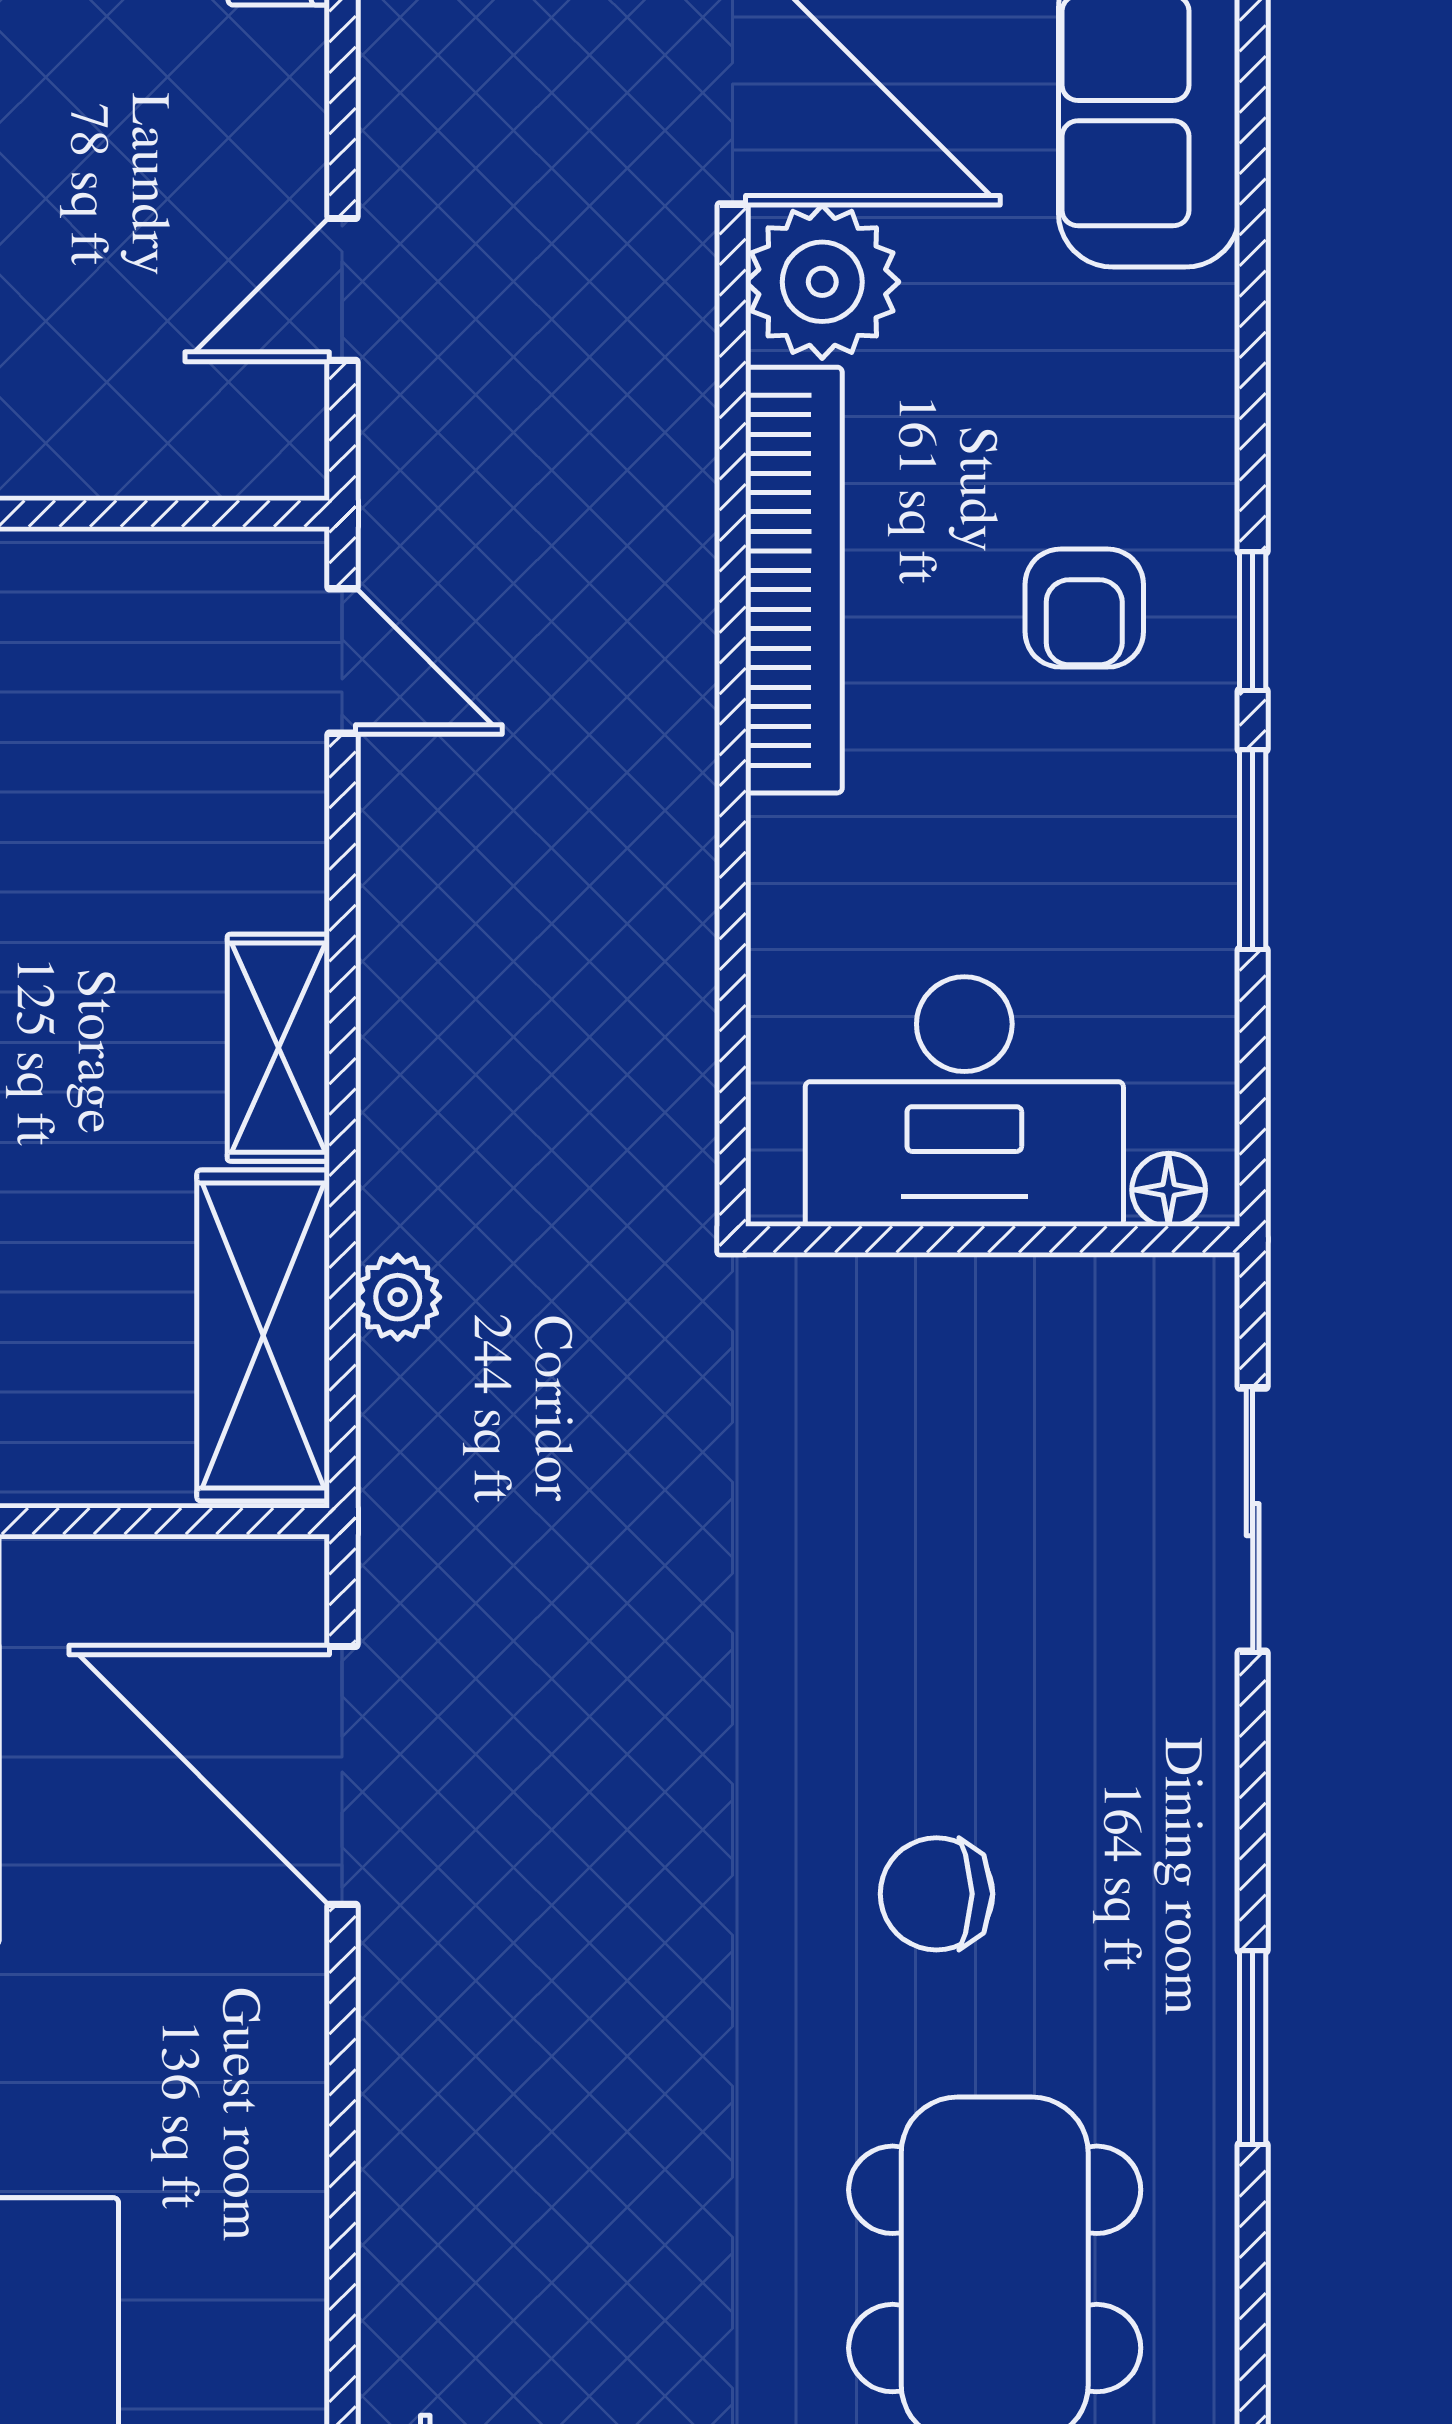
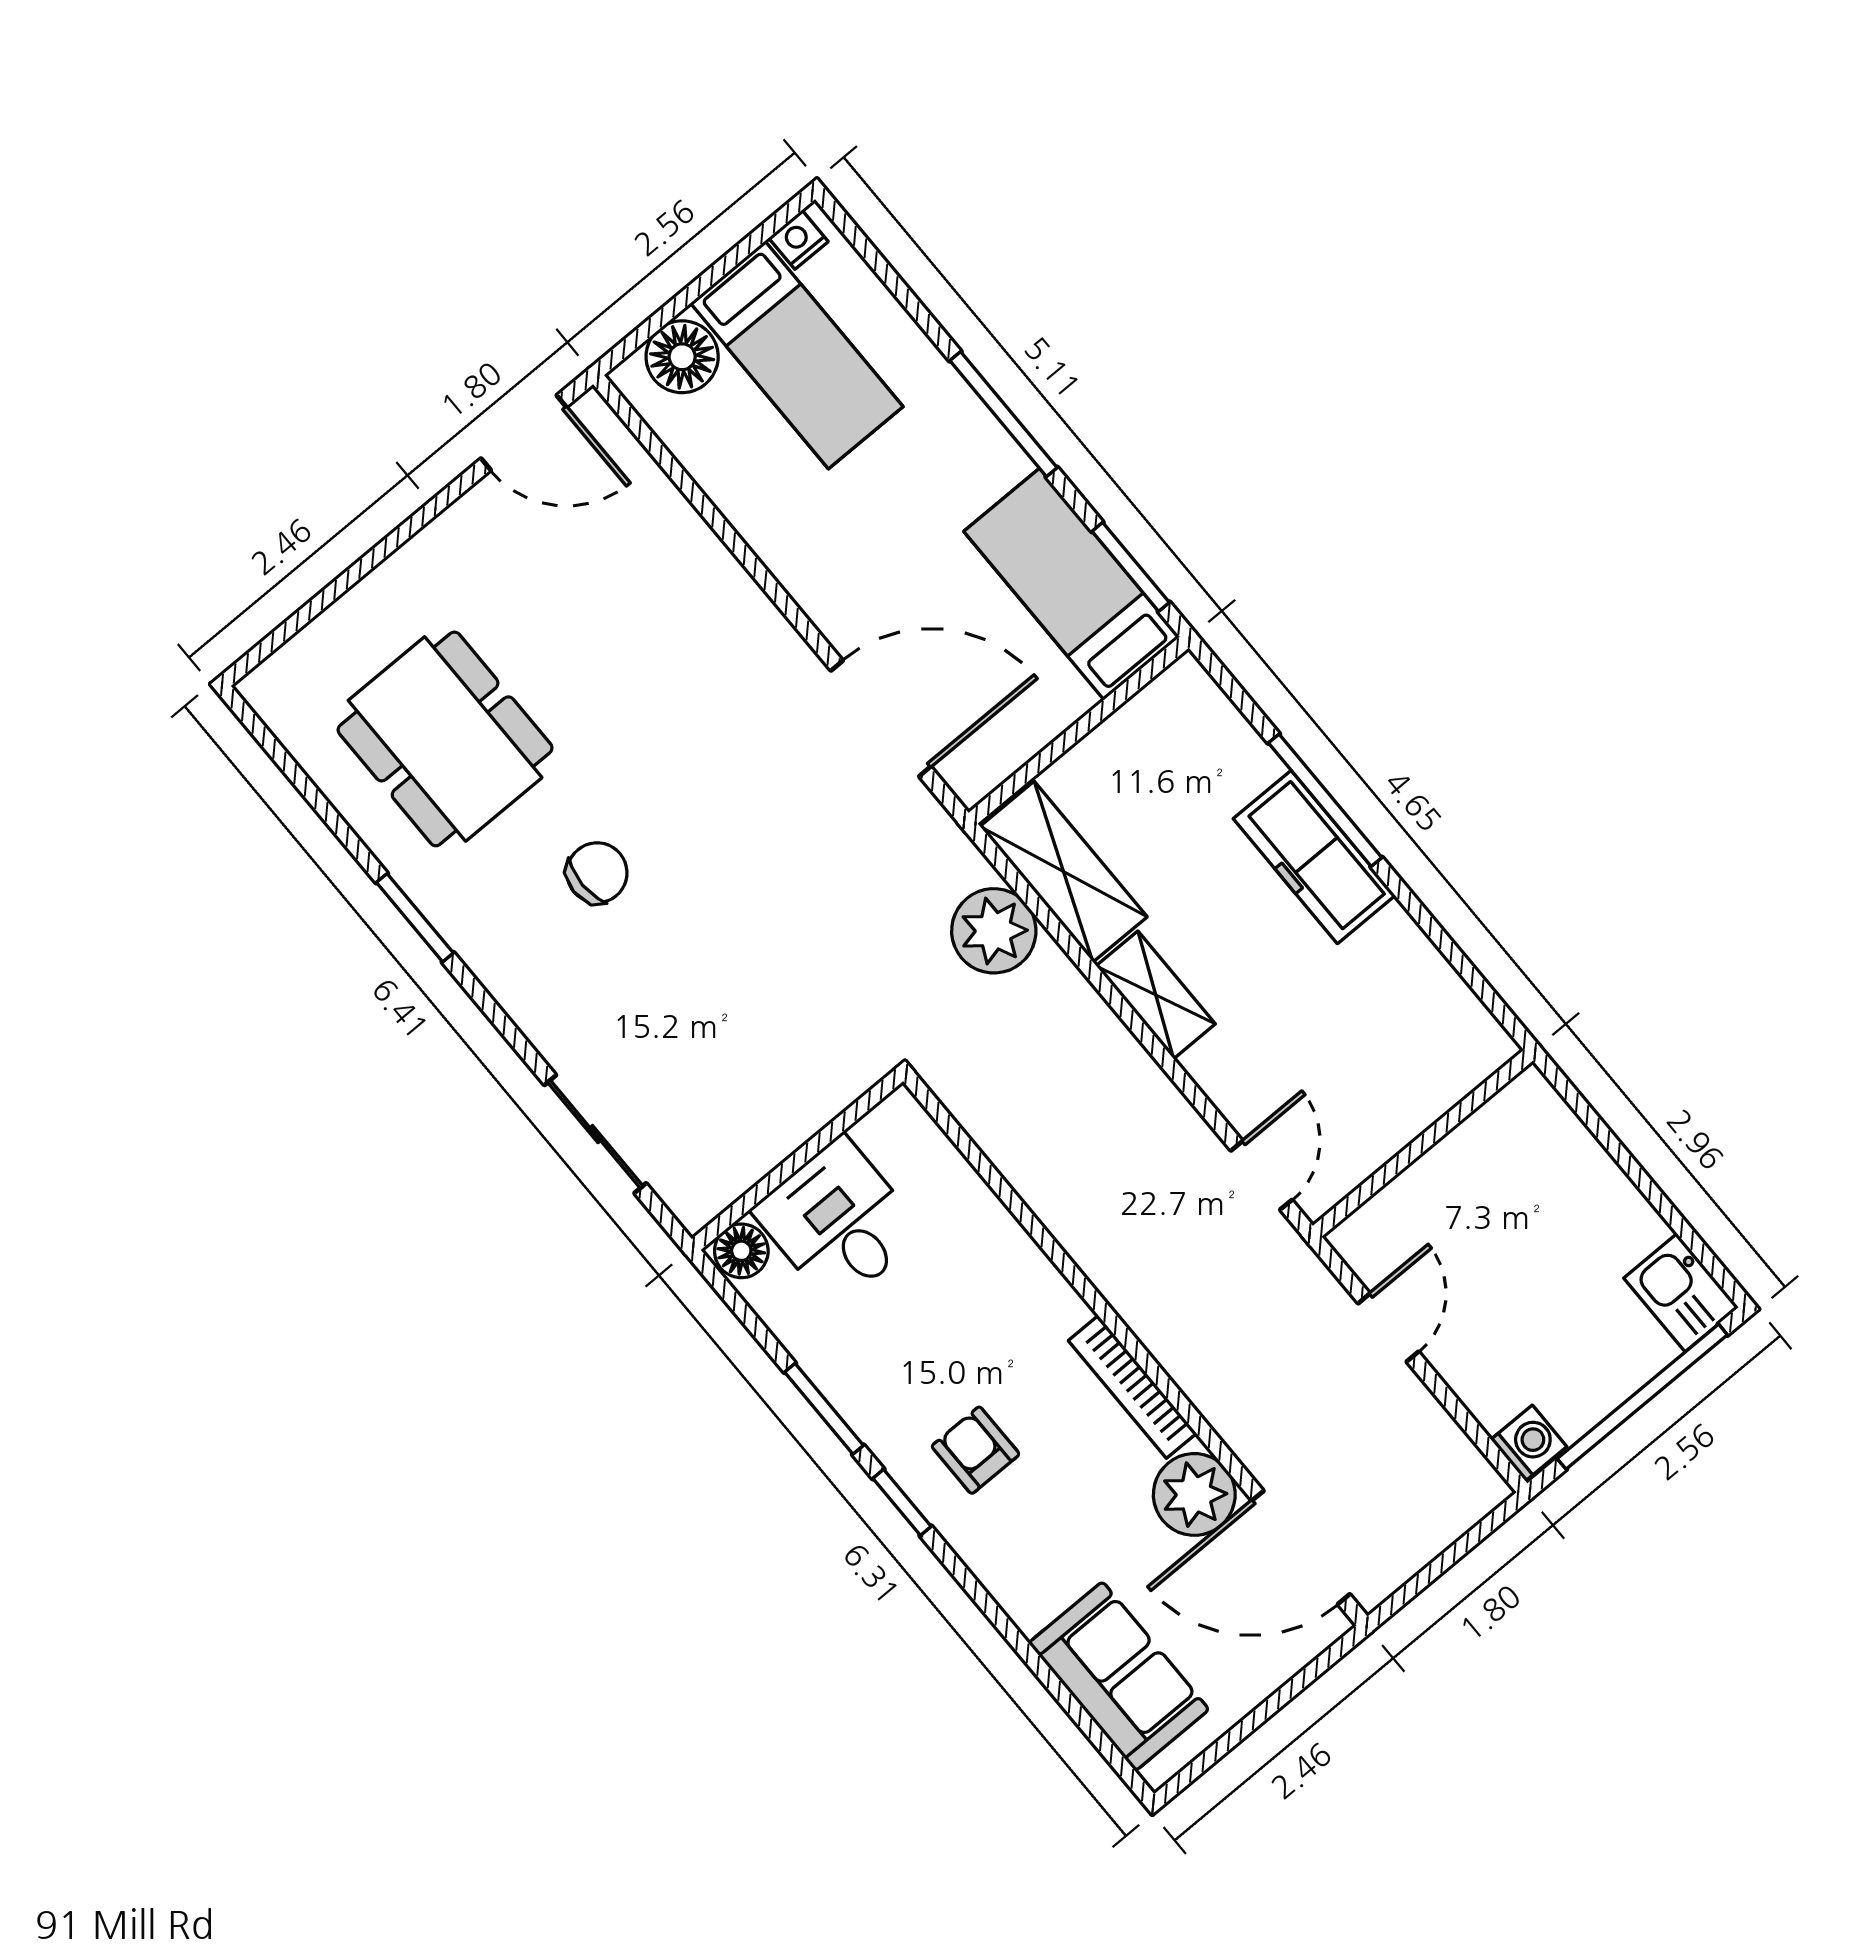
bookcase: (794, 580) -> (1132, 1387), width x0.68, depth x0.76
door: (342, 661) -> (1261, 1175), swing flipped
desk: (964, 1102) -> (838, 1222), width x0.73
floor lamp: (1169, 1190) -> (741, 1251), width x1.37, depth x1.37
plant: (398, 1297) -> (994, 931), width x1.87, depth x1.87

